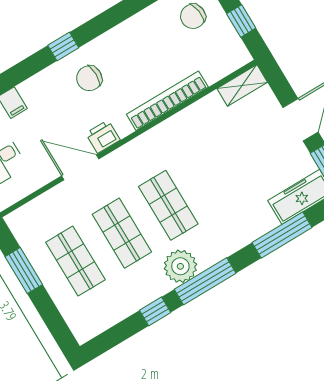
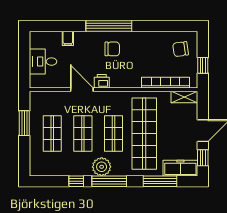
window: (63, 47) -> (109, 26), width x3.17
chair: (89, 78) -> (112, 49), turned 180
bookcase: (167, 101) -> (165, 83), moved
shop shelf: (215, 177) -> (144, 134), added

